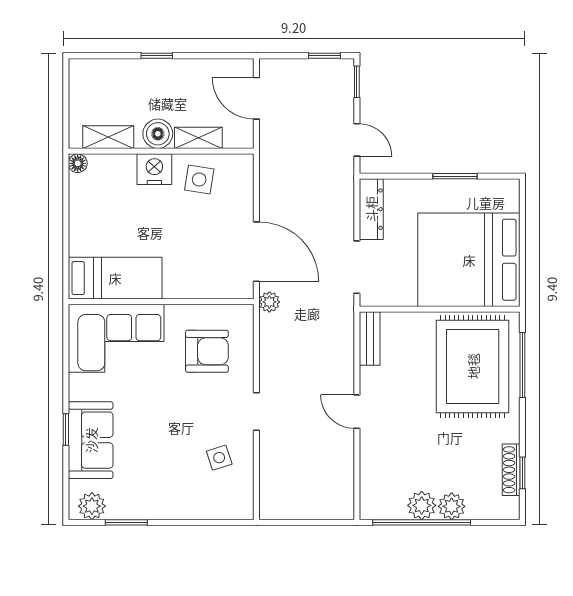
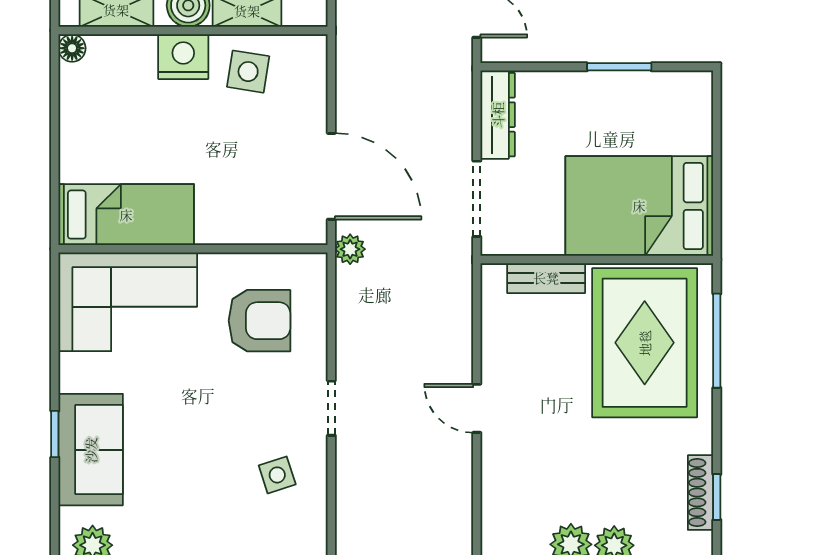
bed: (469, 260) -> (639, 206), width x0.73
bench: (370, 339) -> (546, 278), moved, turned 90

